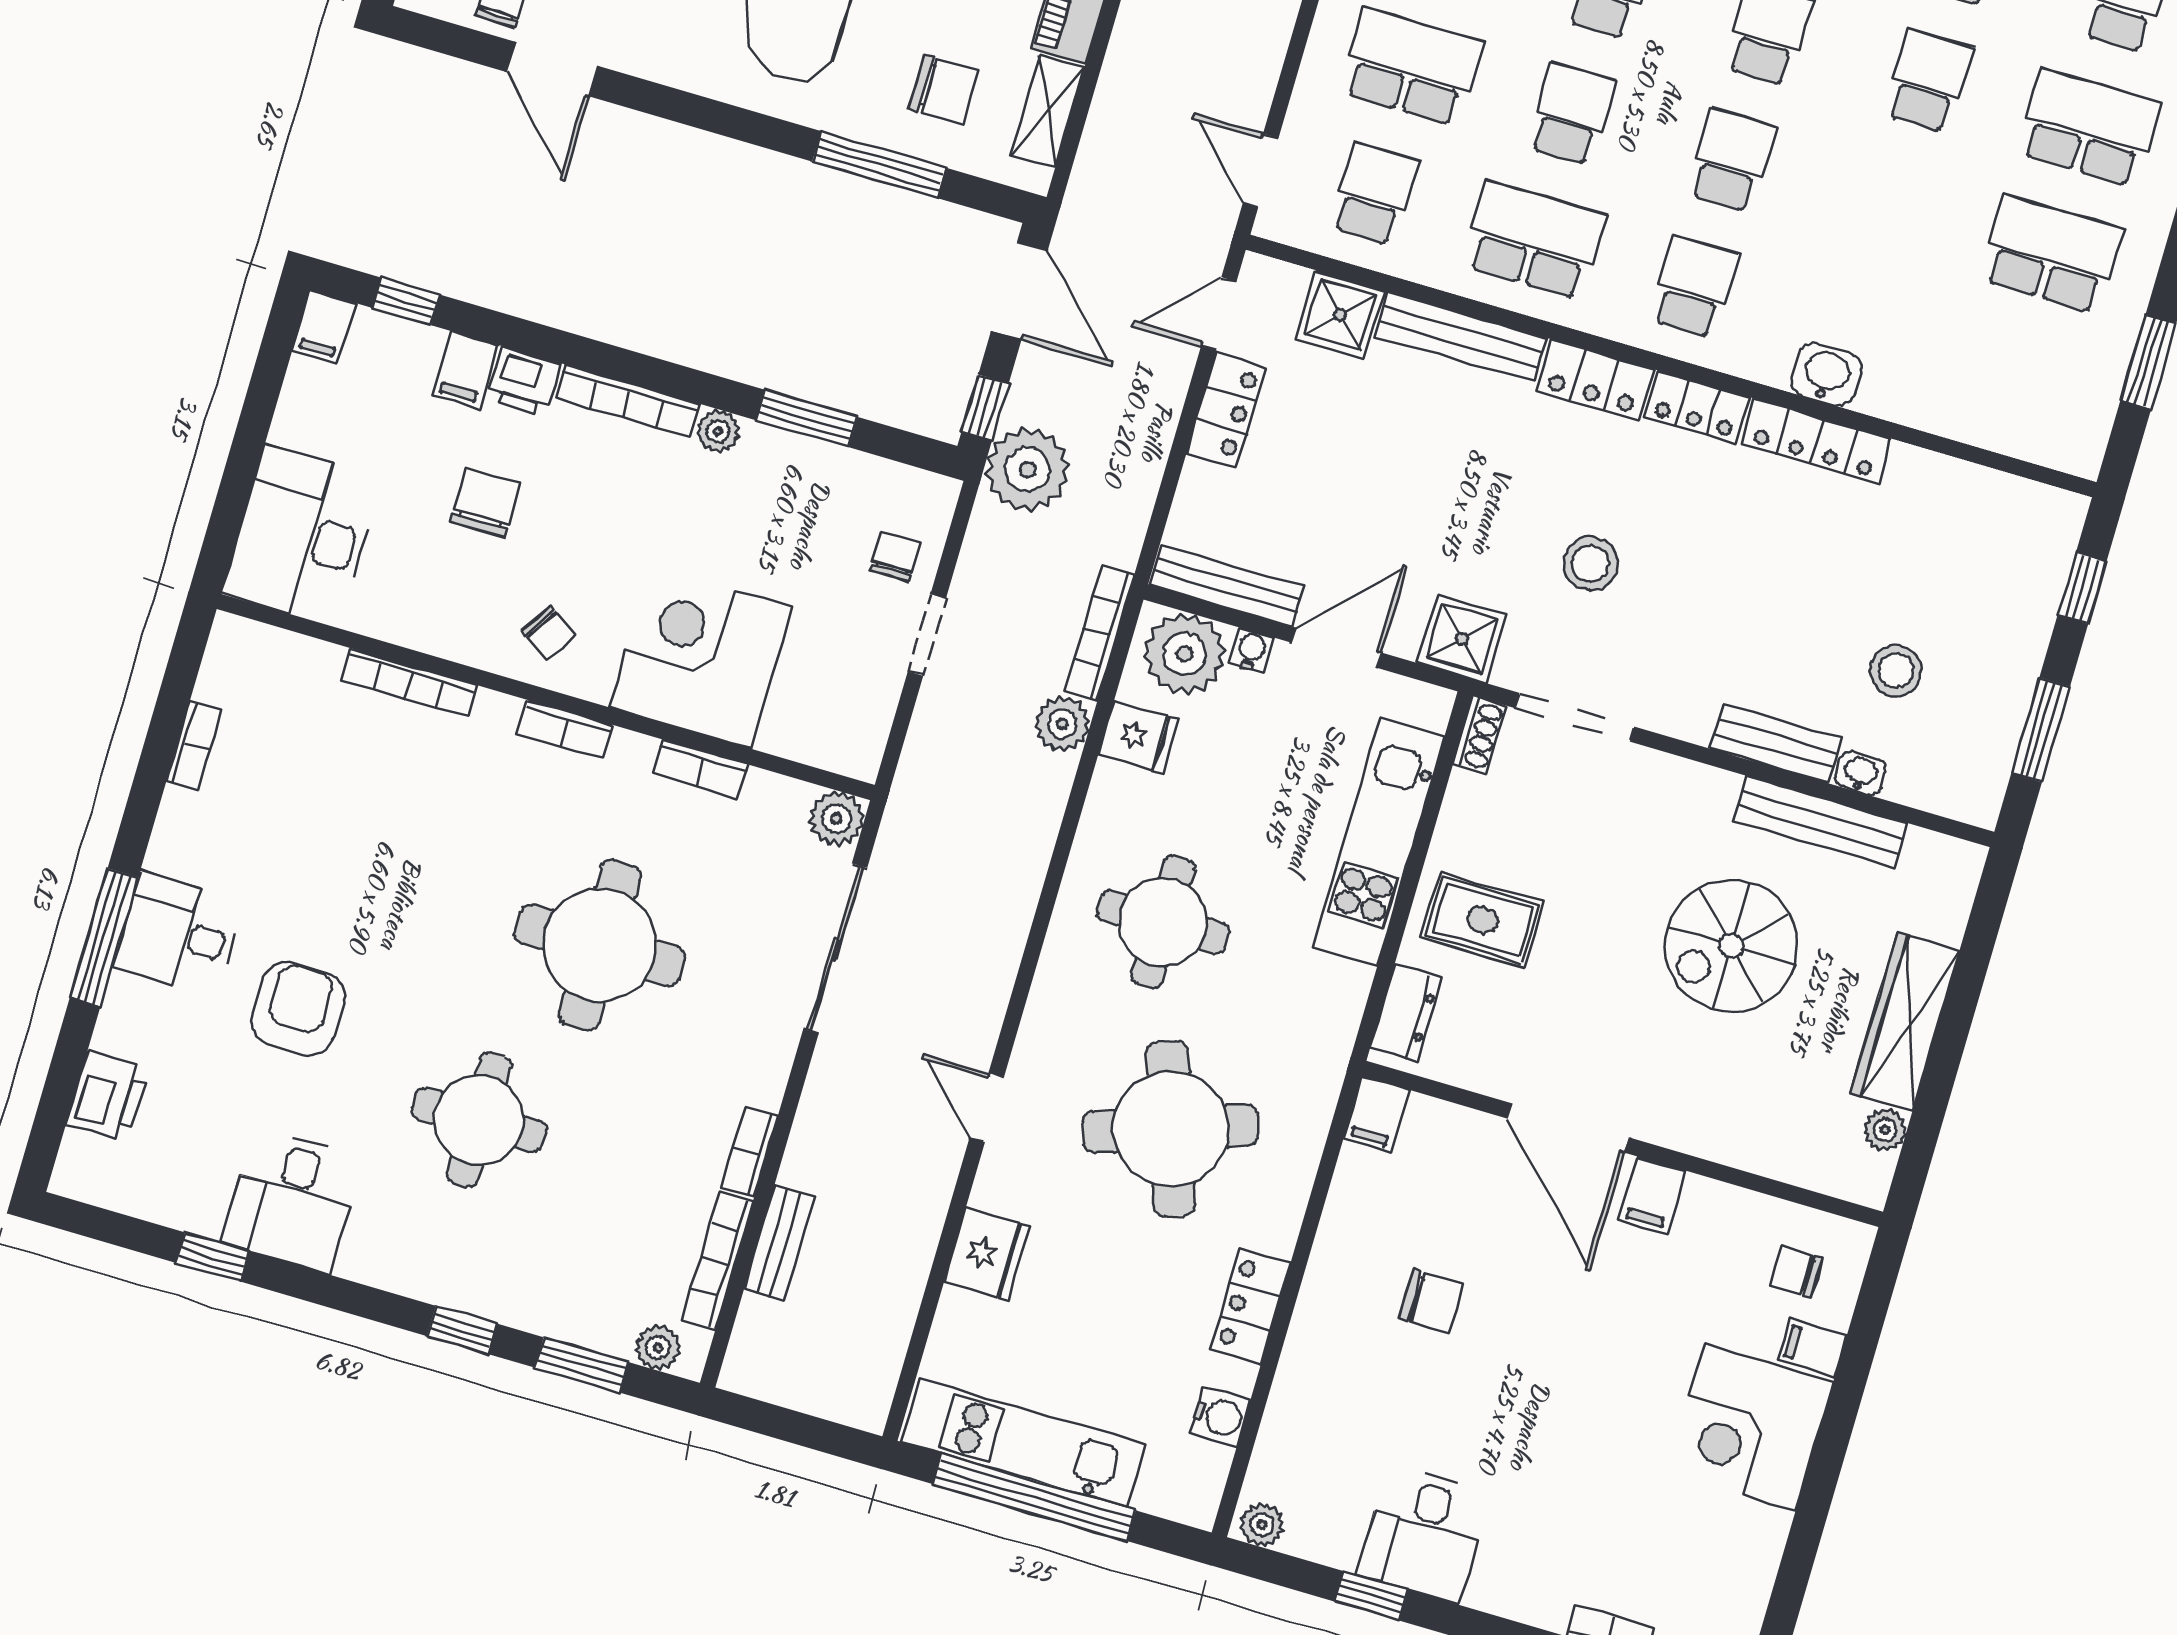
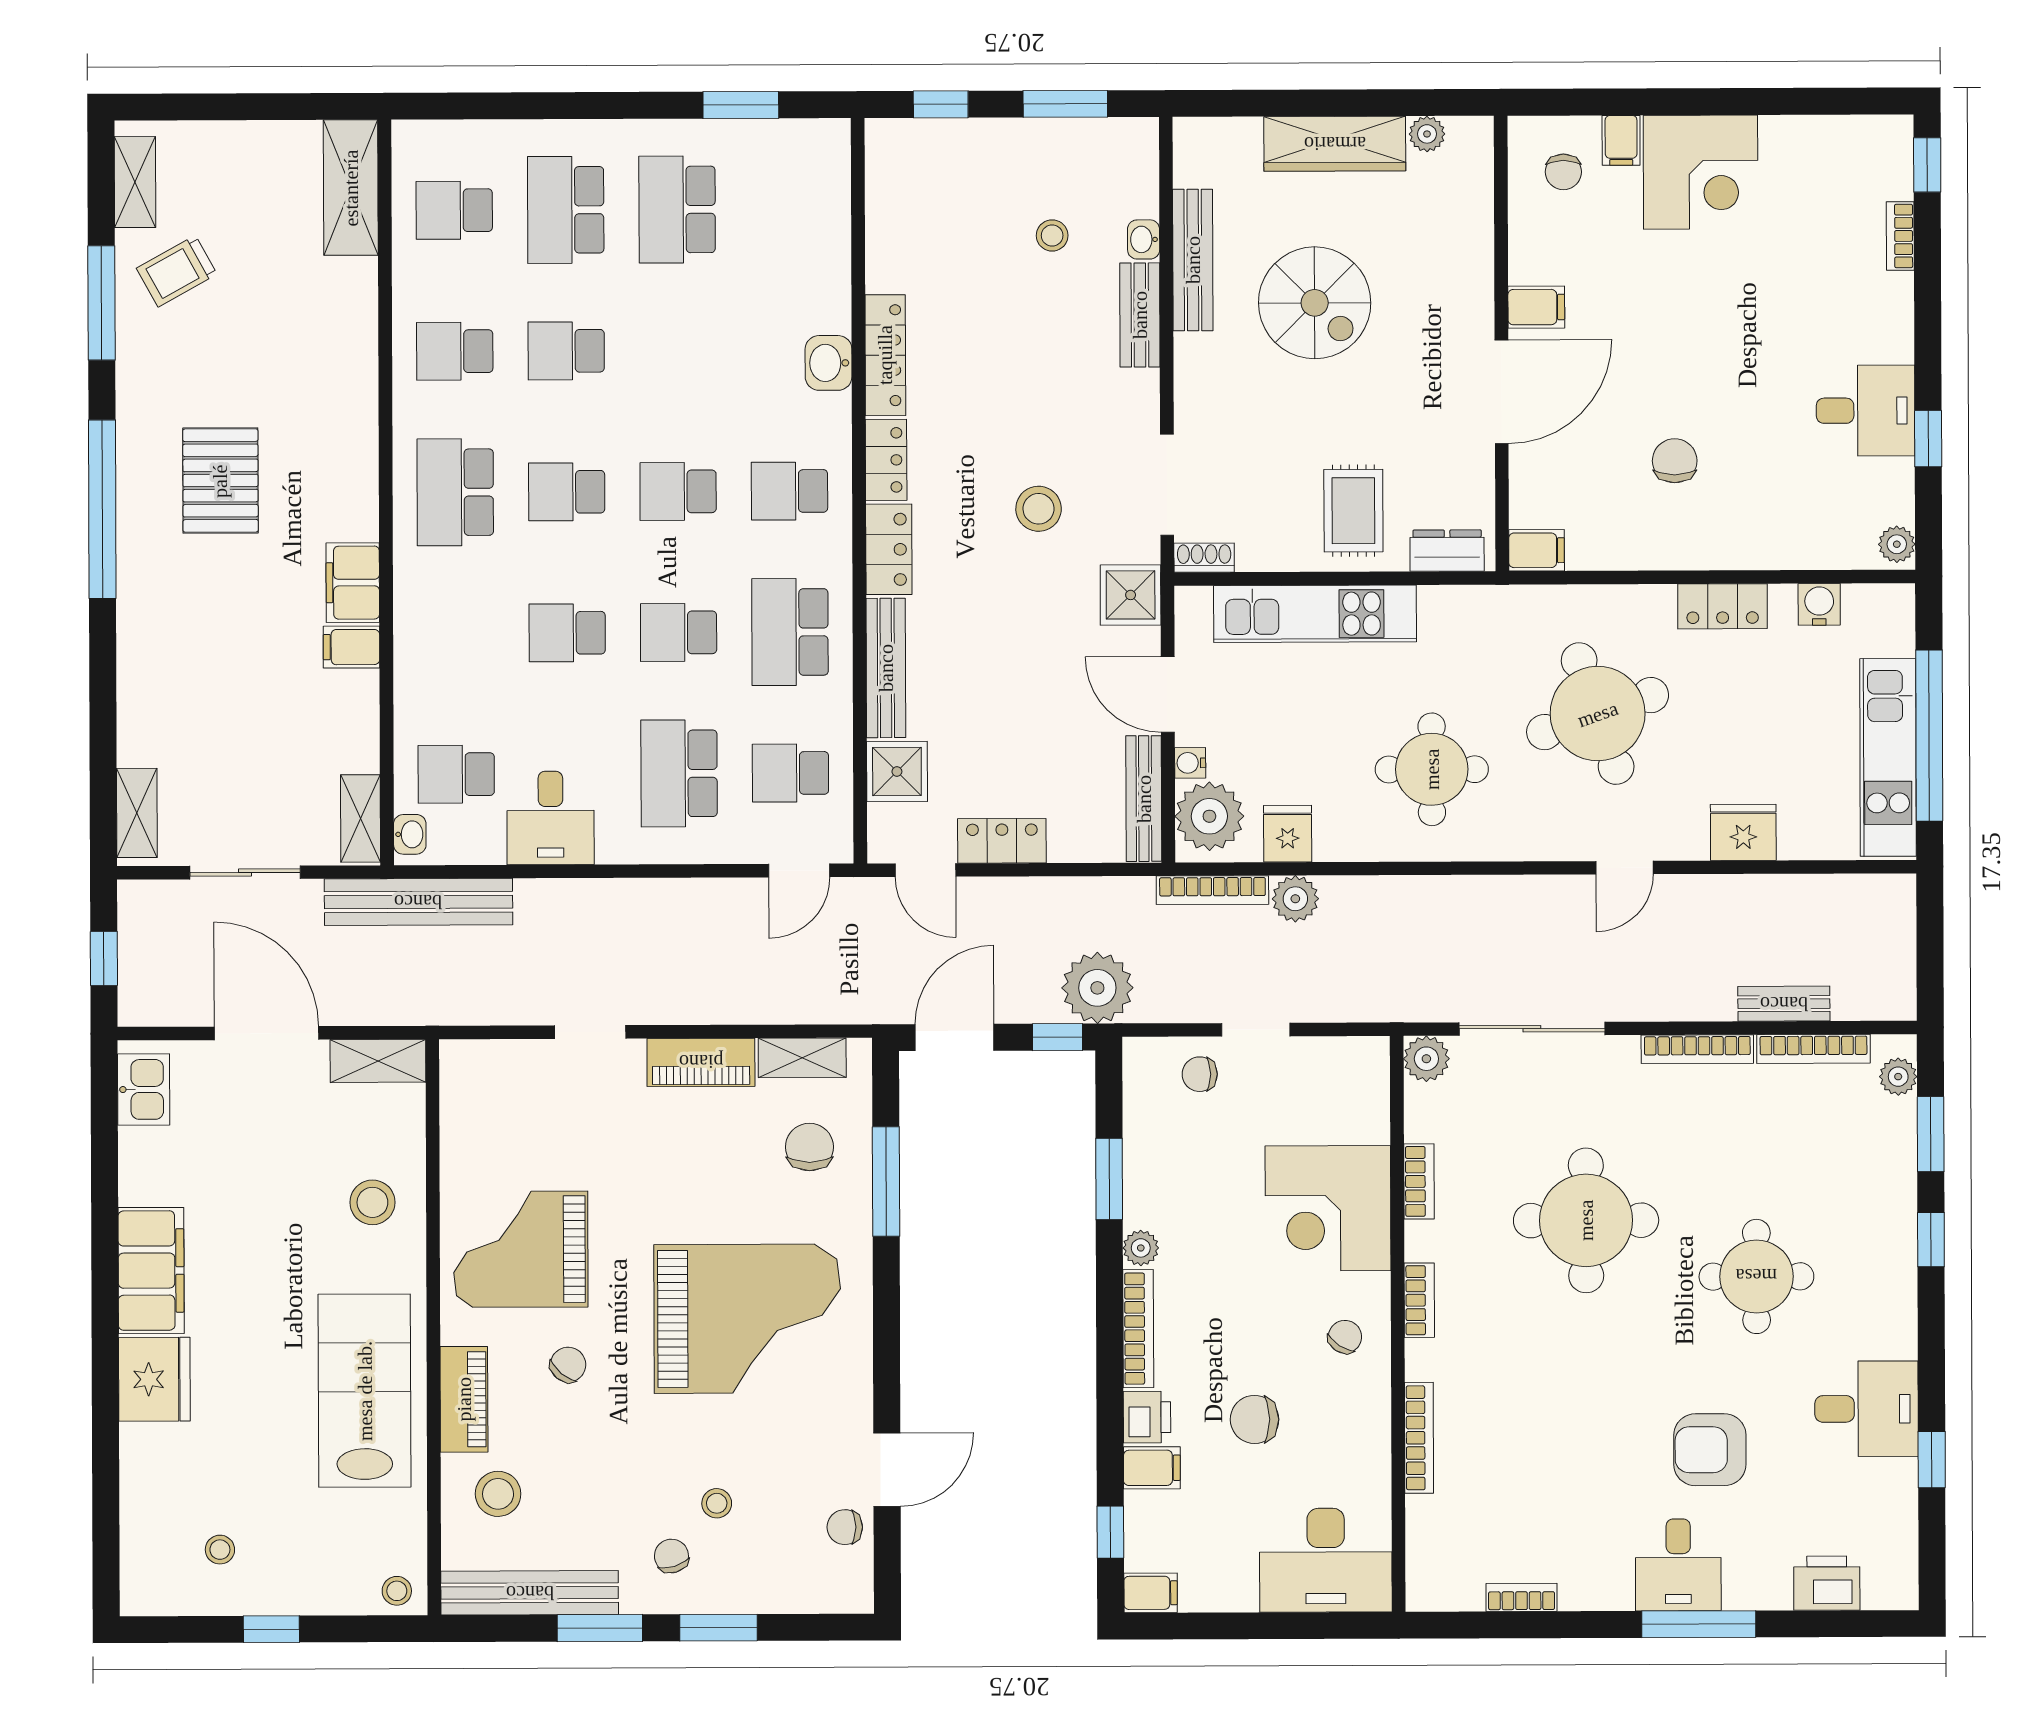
stool: (1896, 671) -> (1052, 235), width x0.73, depth x0.73
bookcase: (750, 1152) -> (1697, 1049), width x1.56

